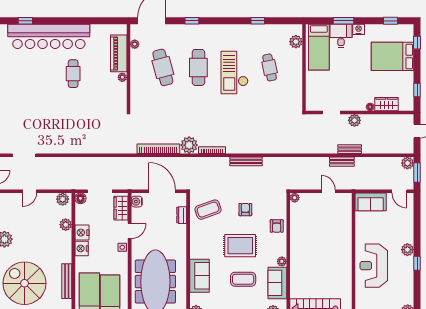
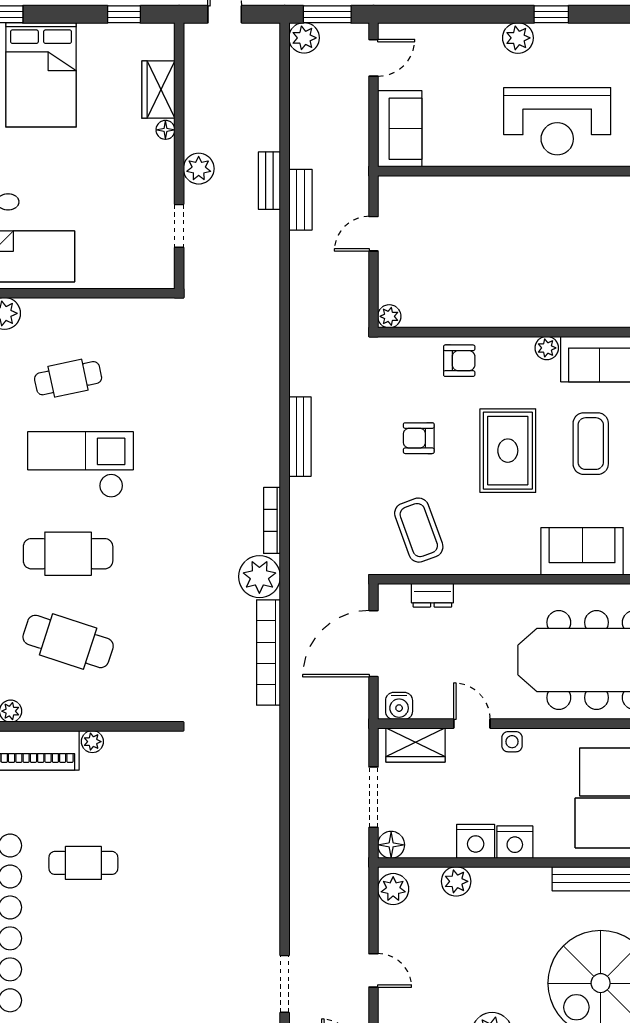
cafe table: (163, 67) -> (68, 641), turned 33
checkout: (235, 72) -> (81, 465), turned 180

